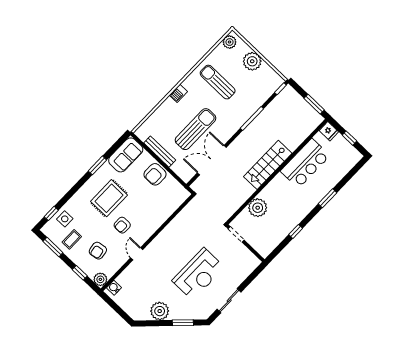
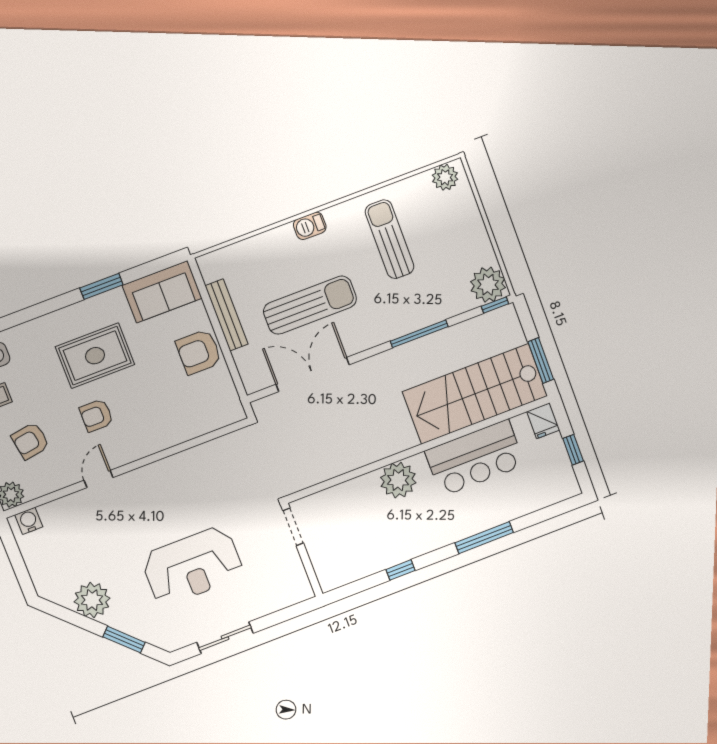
plant: (252, 61) -> (488, 285), moved
stairs: (268, 165) -> (475, 394), moved, width x1.36, depth x1.51
window: (328, 198) -> (484, 538), width x1.44
plant: (258, 208) -> (398, 480), moved

